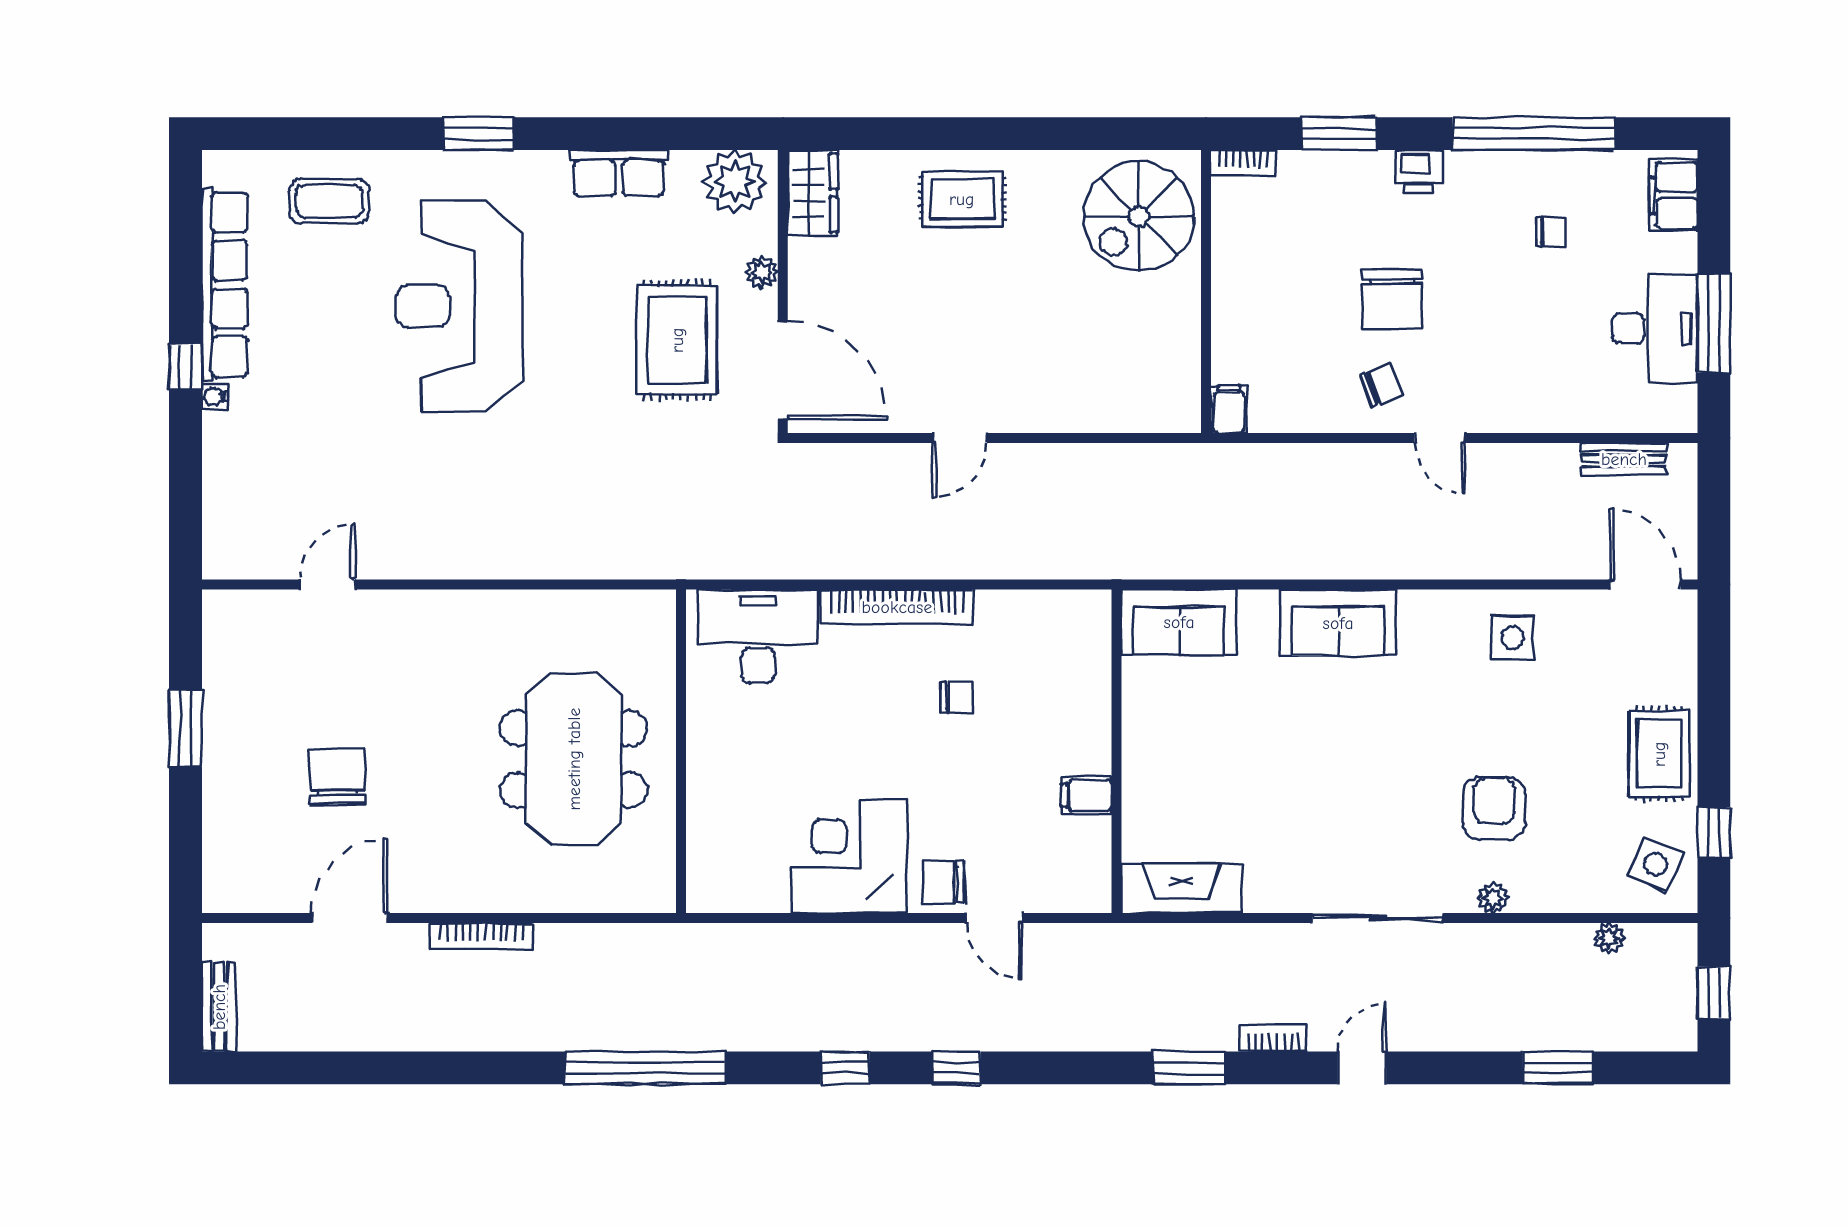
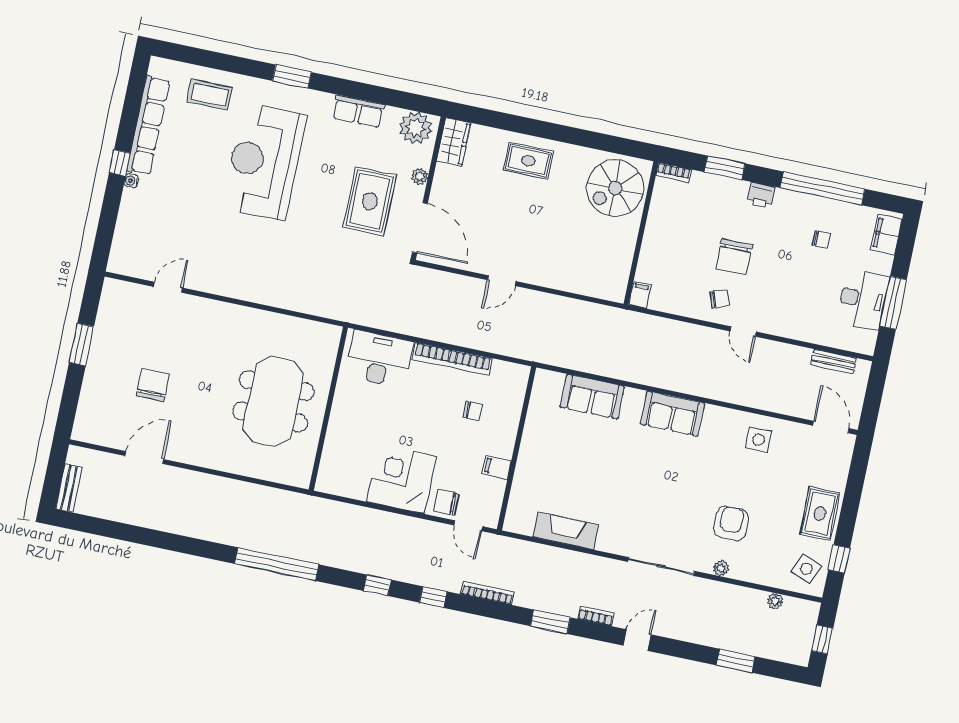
wall: (1116, 751) -> (517, 448), moved
filing cabinet: (1086, 795) -> (497, 467), moved
bookcase: (481, 936) -> (488, 593), moved, turned 180

